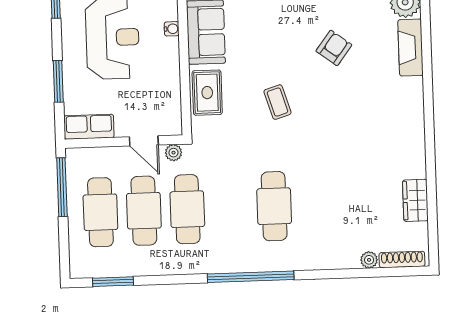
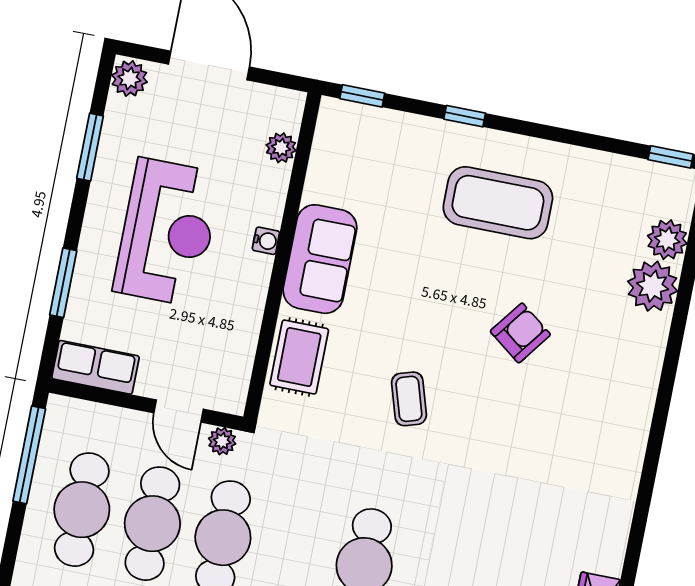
fireplace: (410, 48) -> (644, 361), removed

